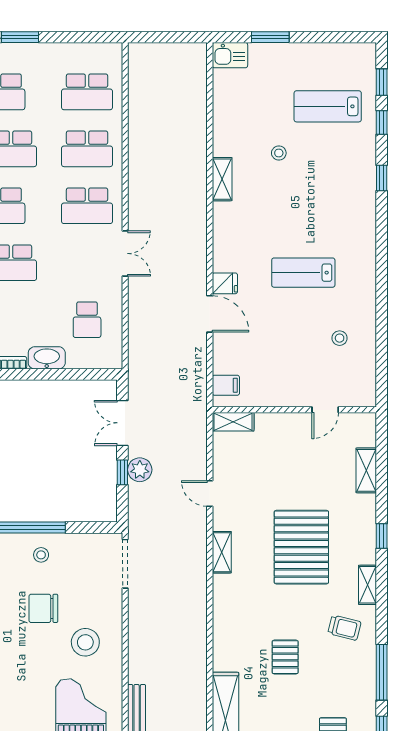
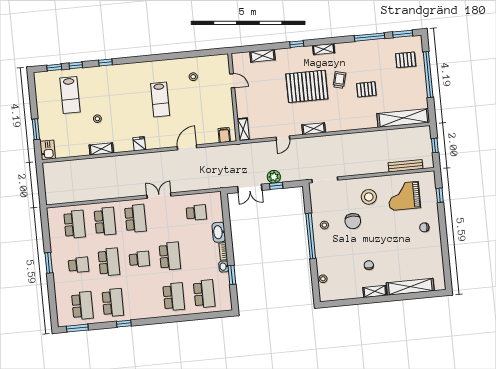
shelving: (222, 179) -> (101, 149), moved
fridge: (225, 283) -> (139, 144), moved
trolley: (344, 628) -> (339, 80), moved

